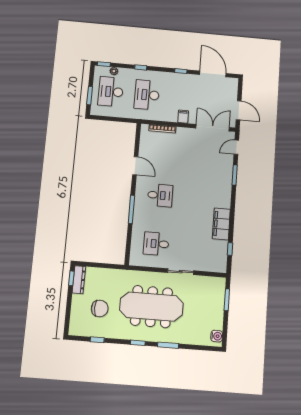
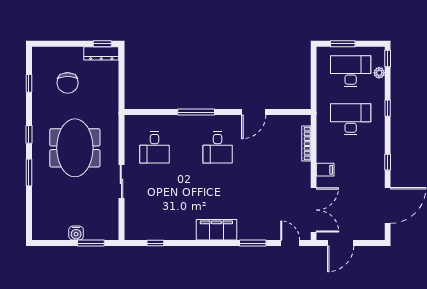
filing cabinet: (221, 224) -> (216, 230), moved
desk: (156, 244) -> (155, 148), turned 180
meeting table: (151, 307) -> (75, 148), width x0.73
water cooler: (217, 336) -> (76, 233), moved

